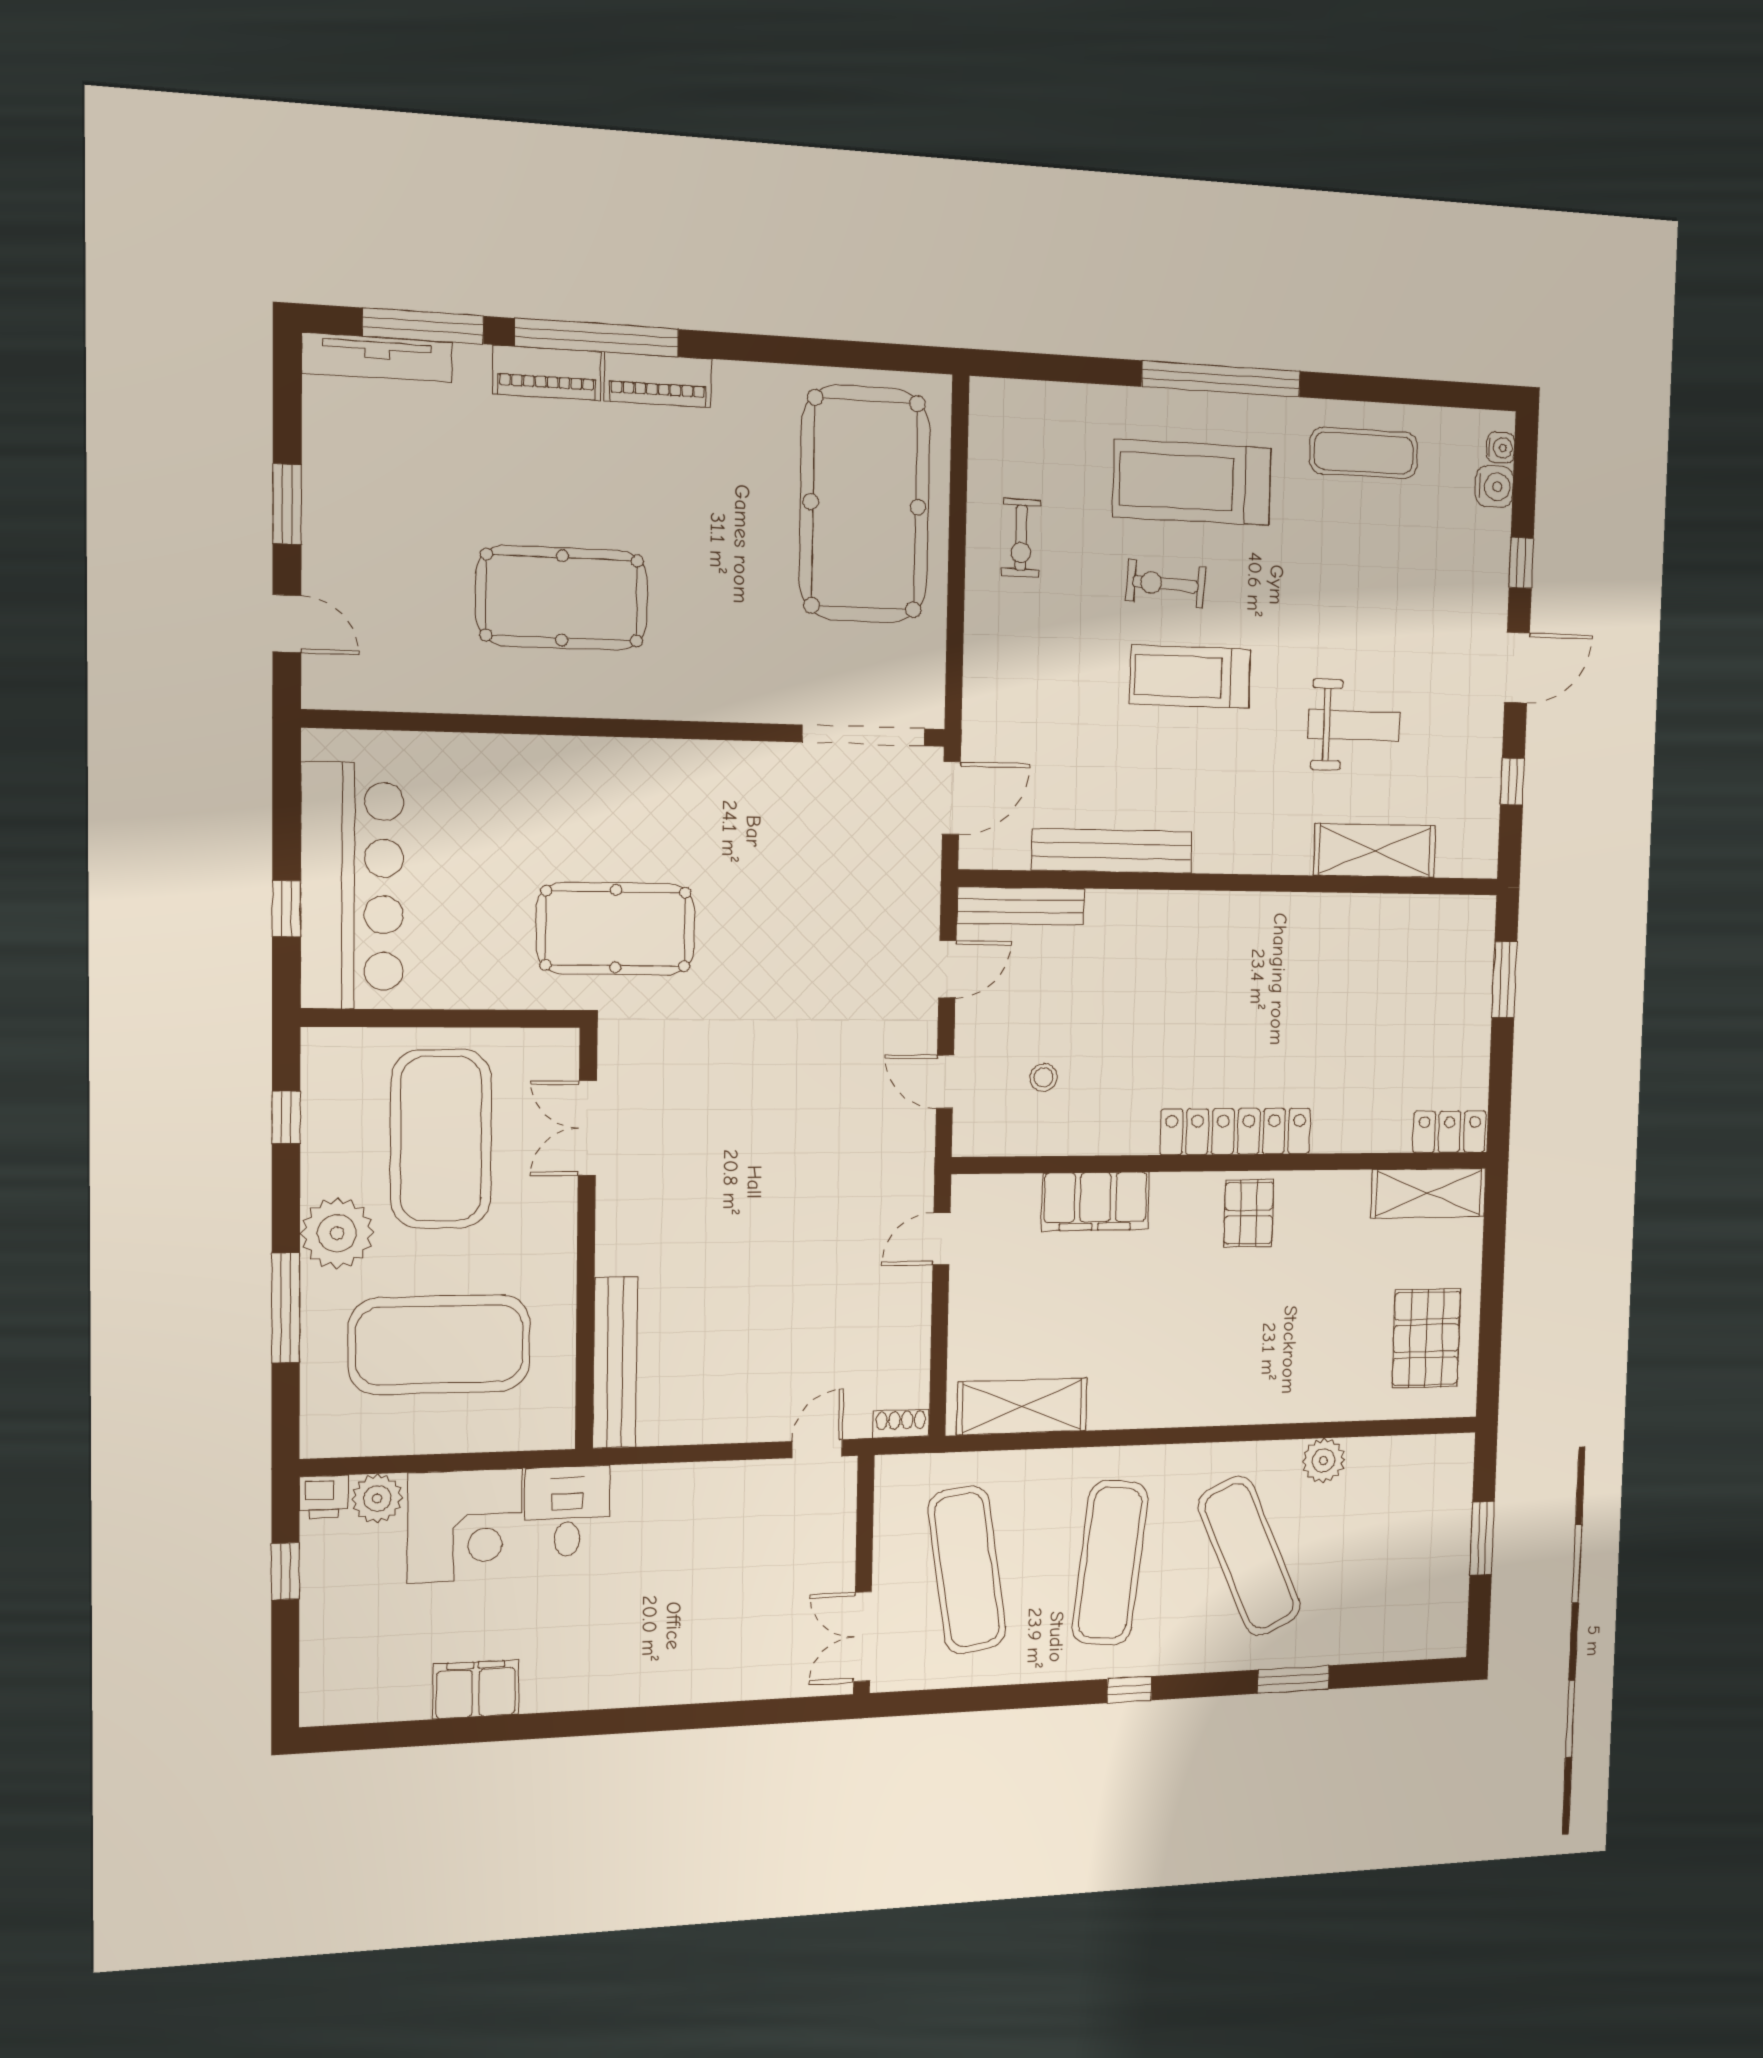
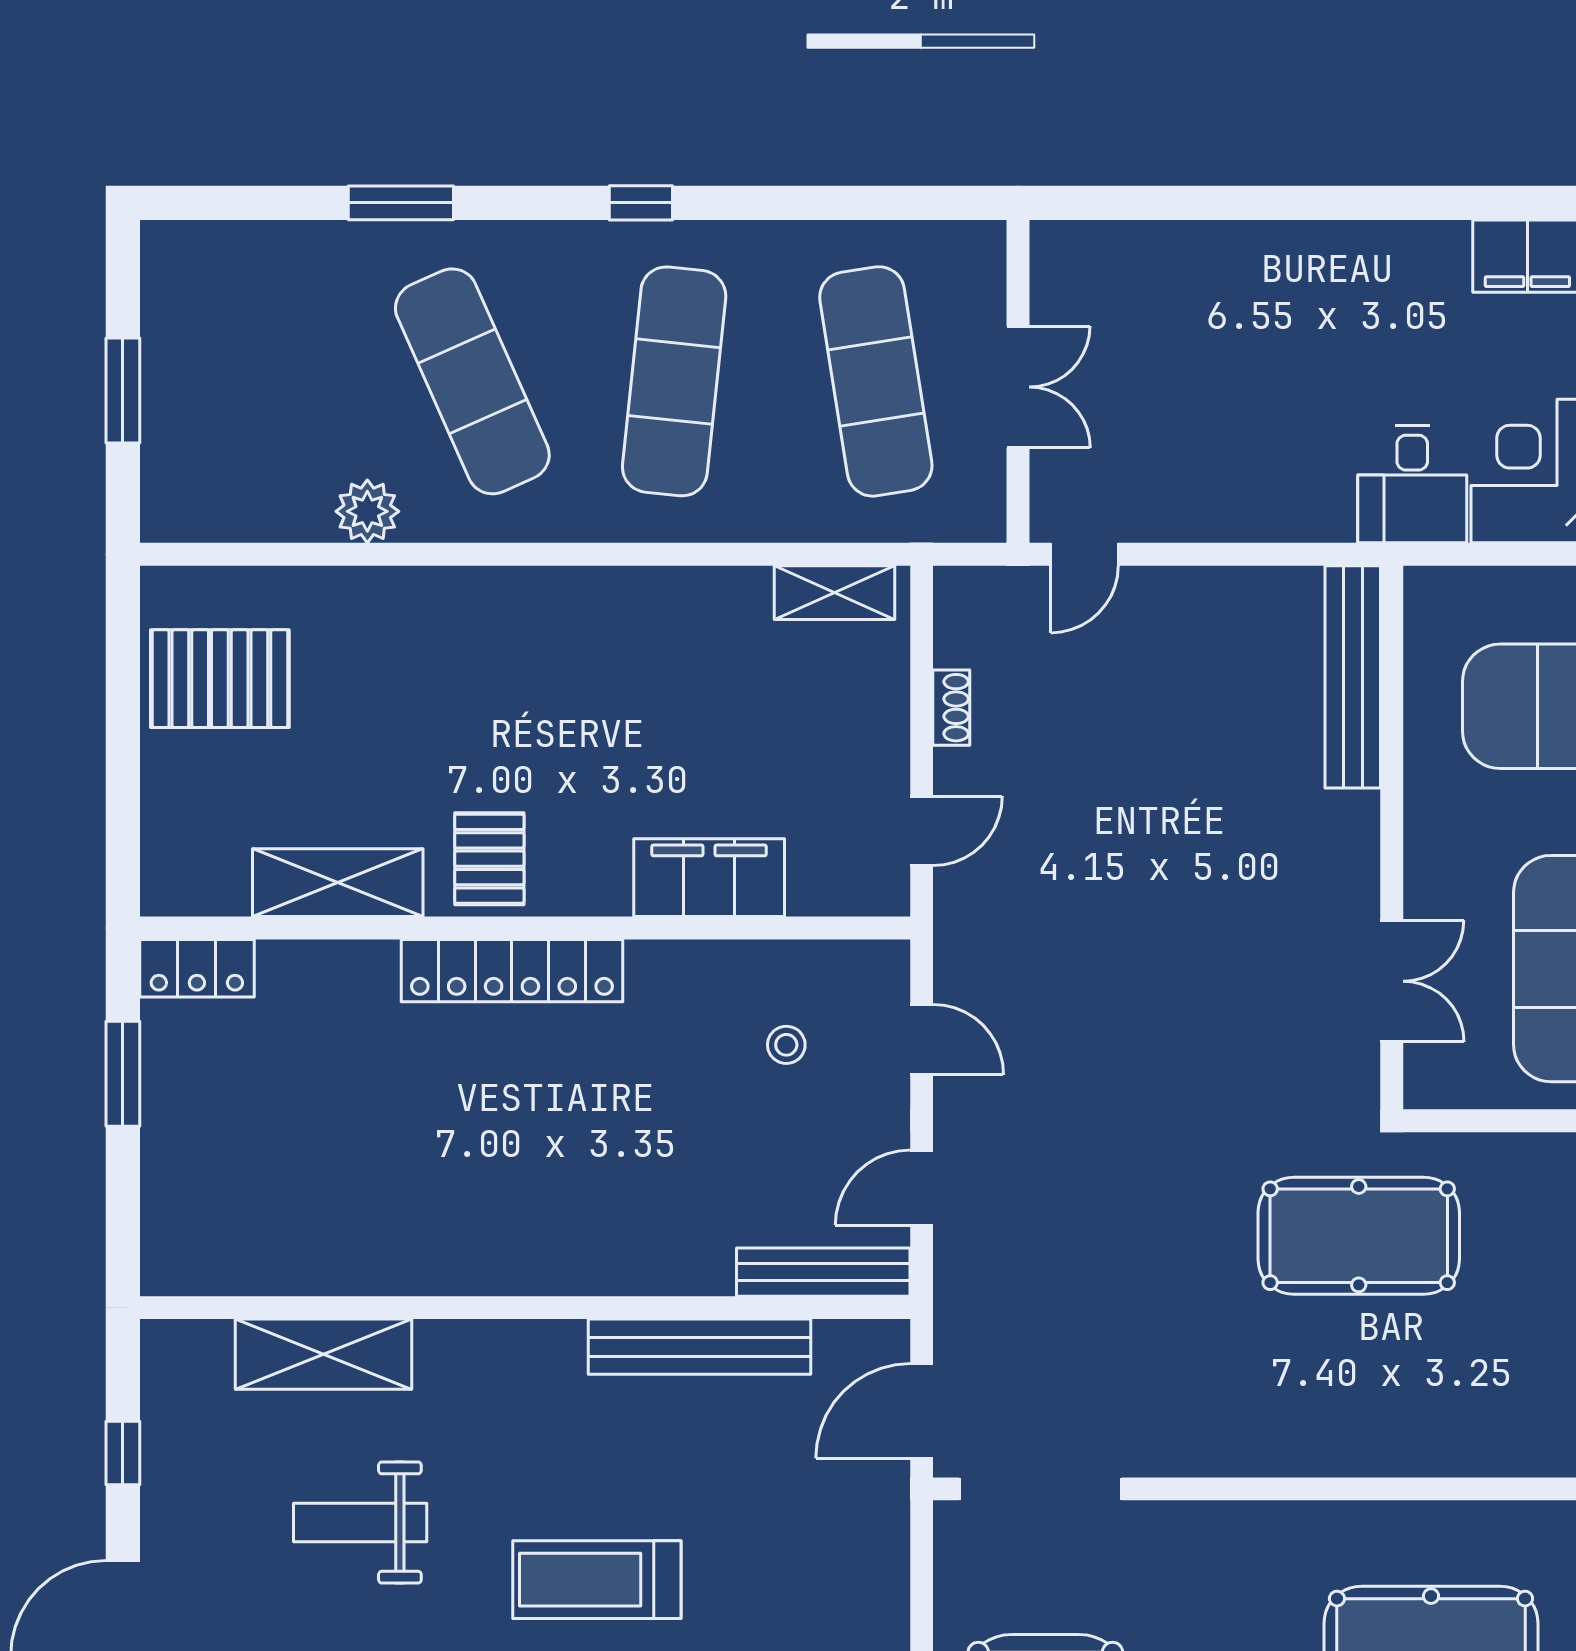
treadmill: (1190, 677) -> (597, 1580), turned 180
window: (1504, 979) -> (123, 1074), moved
shelving: (1429, 1193) -> (338, 883), moved
pallet: (1426, 1338) -> (220, 679), turned 90
shelving: (1022, 1406) -> (834, 593), width x0.67, depth x0.75
shoe rack: (901, 1424) -> (951, 708), moved, turned -90
double door: (862, 1637) -> (1018, 387), moved

